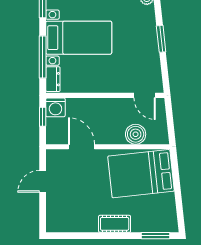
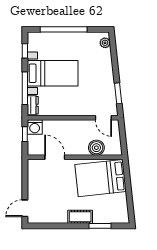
window: (161, 39) -> (118, 93), moved
door: (43, 181) -> (25, 208), moved
window: (156, 236) -> (100, 226), moved

